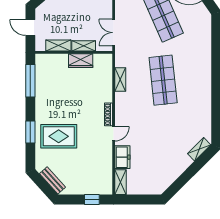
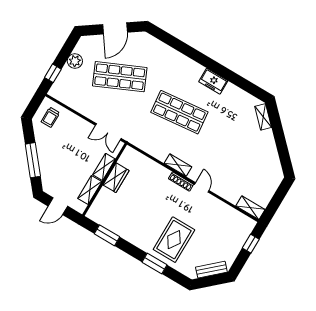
shelving: (120, 79) -> (178, 165), moved
window: (30, 81) -> (107, 235), width x0.69
freezer: (122, 157) -> (213, 81), moved, turned 180

